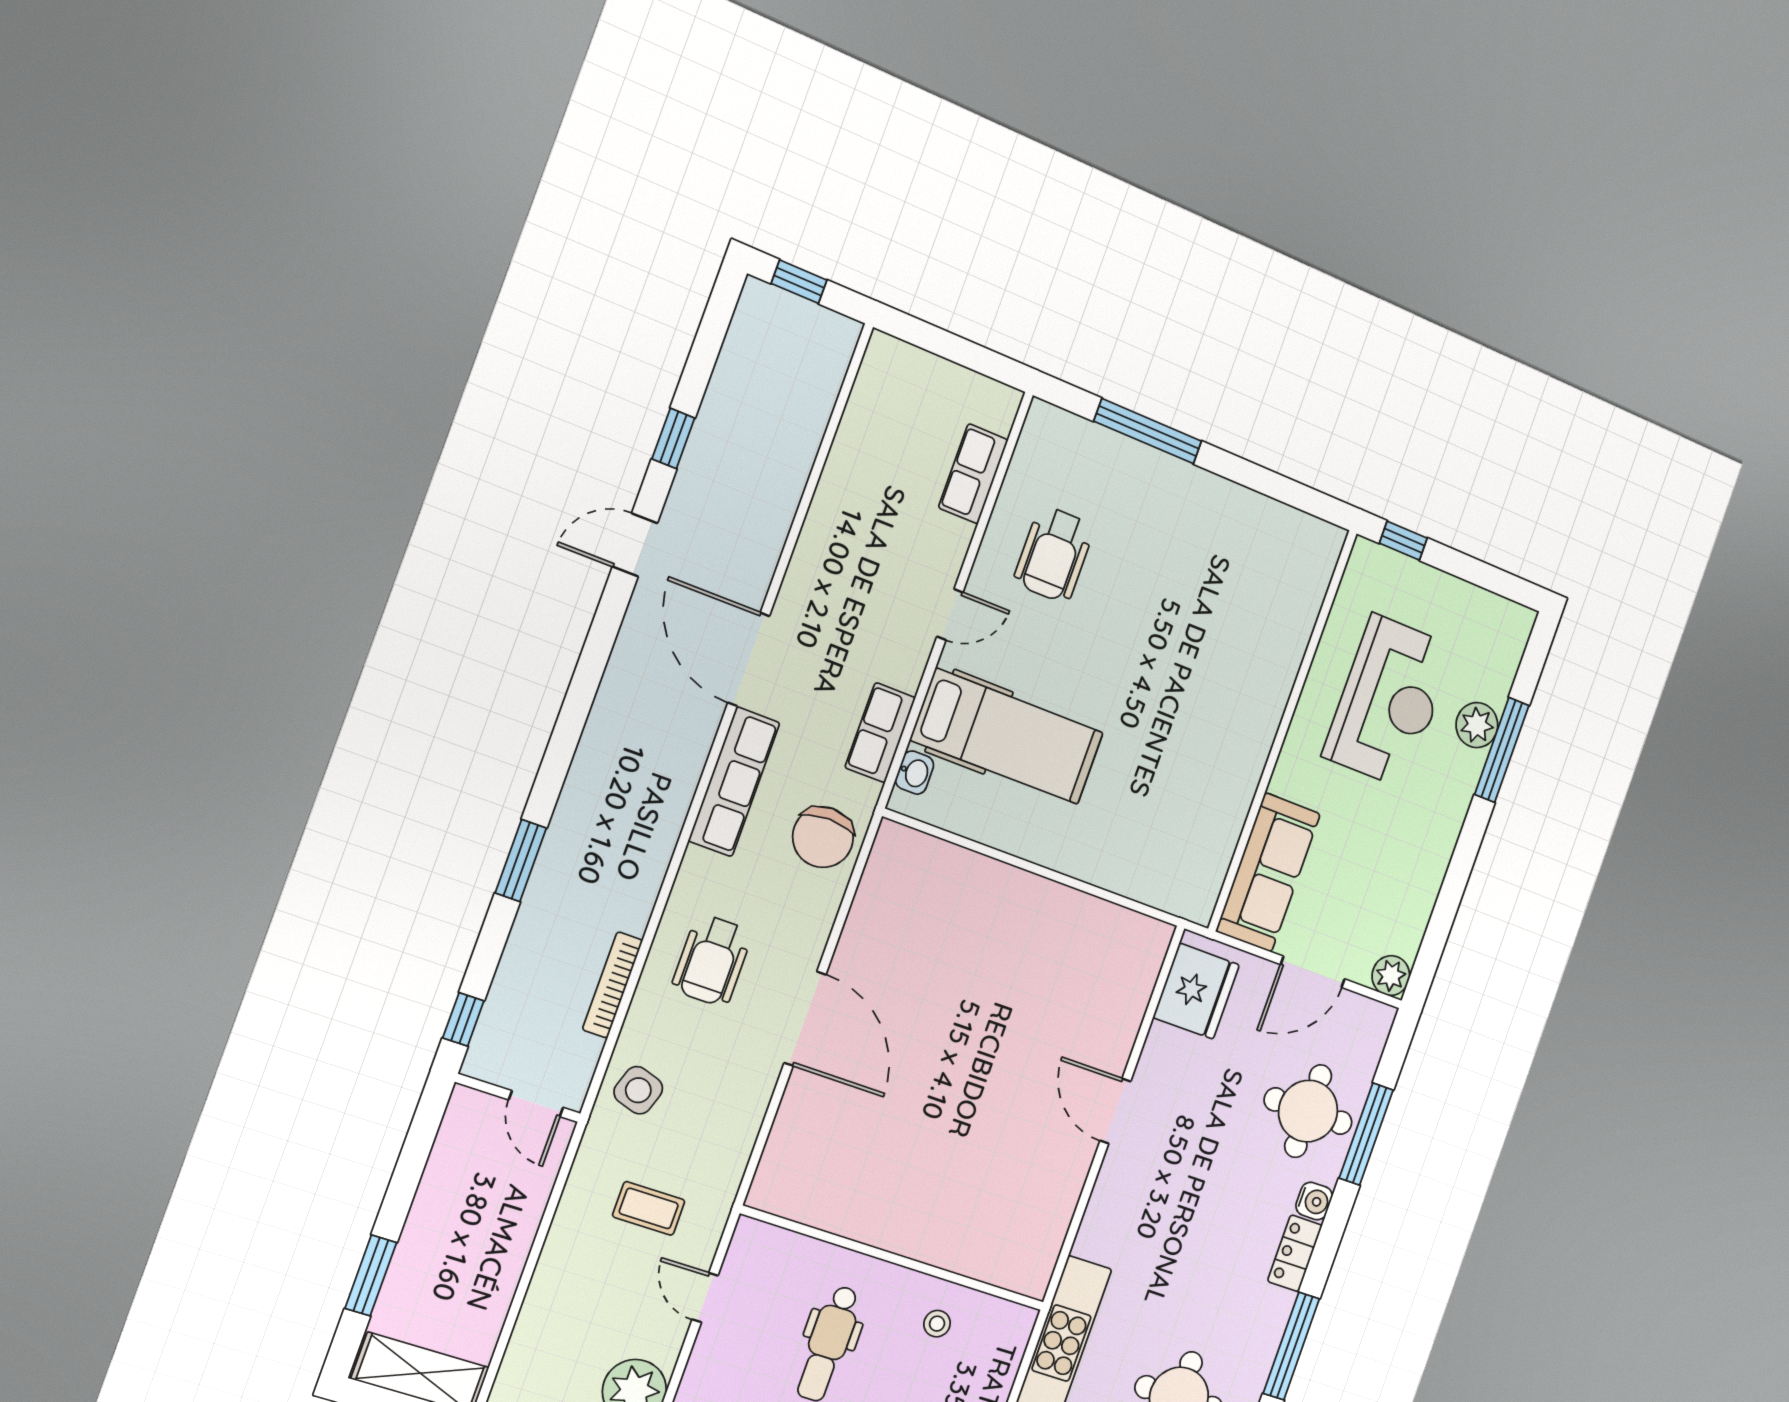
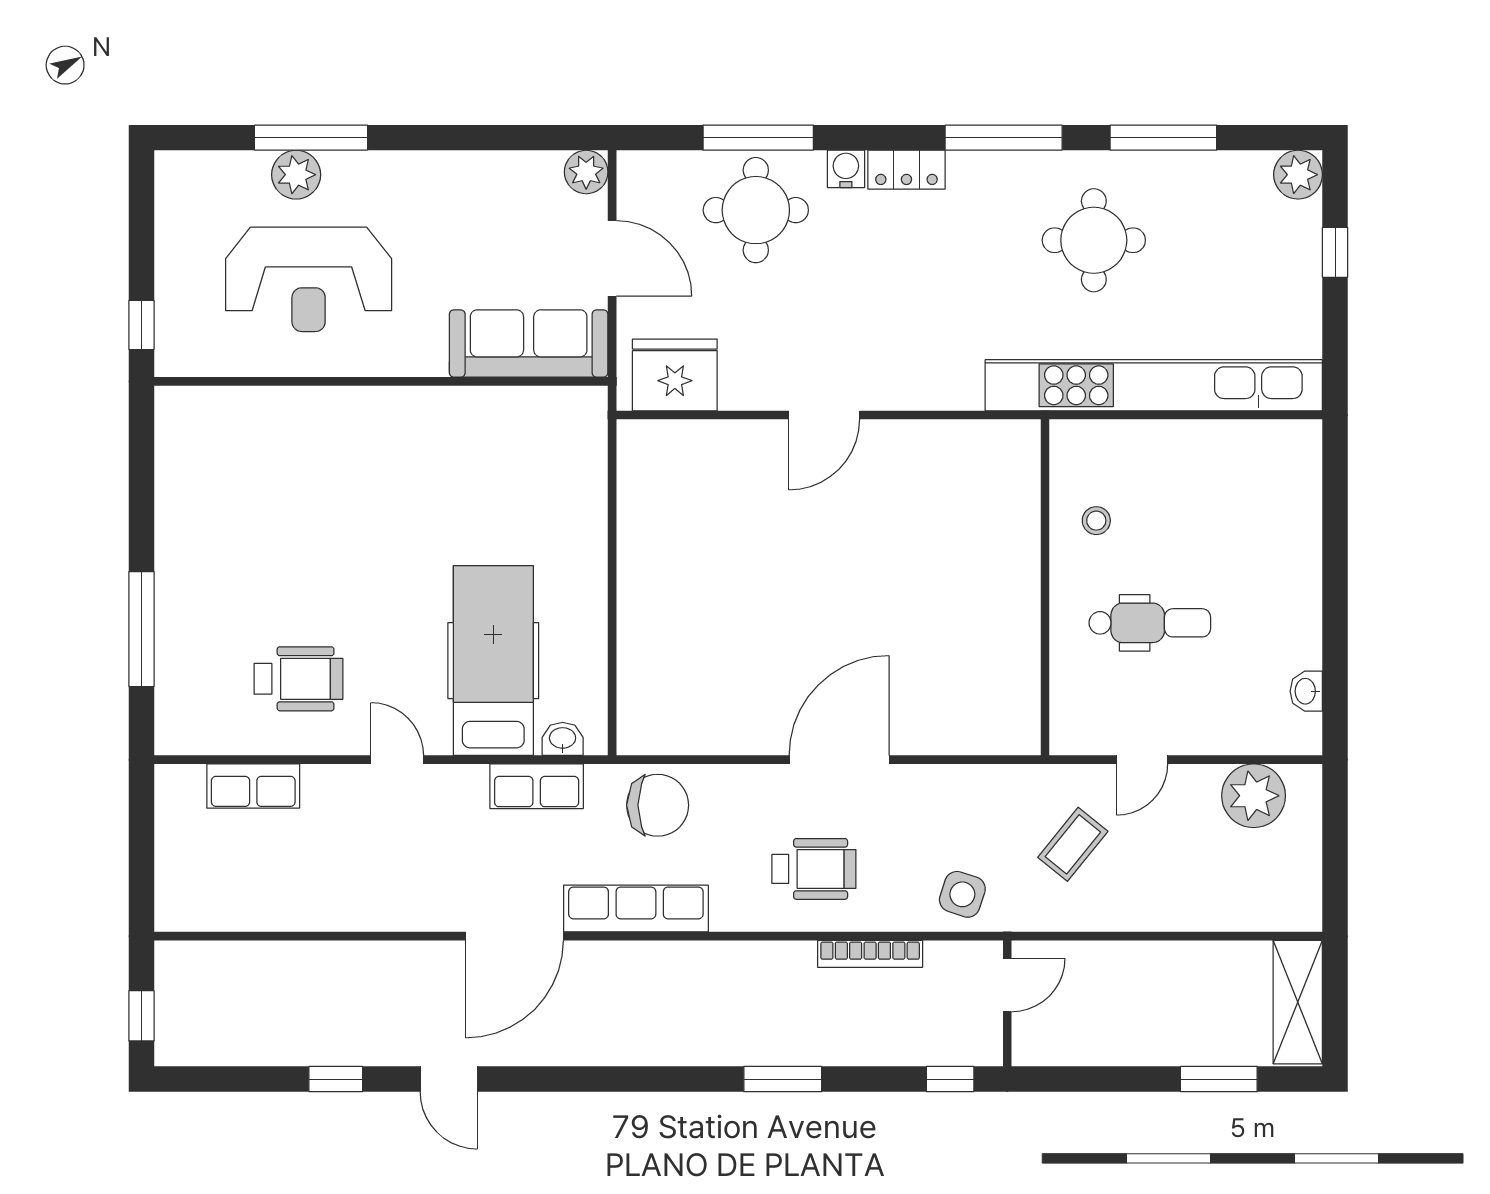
reception desk: (1389, 701) -> (309, 279), turned 180
coffee table: (649, 1208) -> (1073, 844), turned 39

